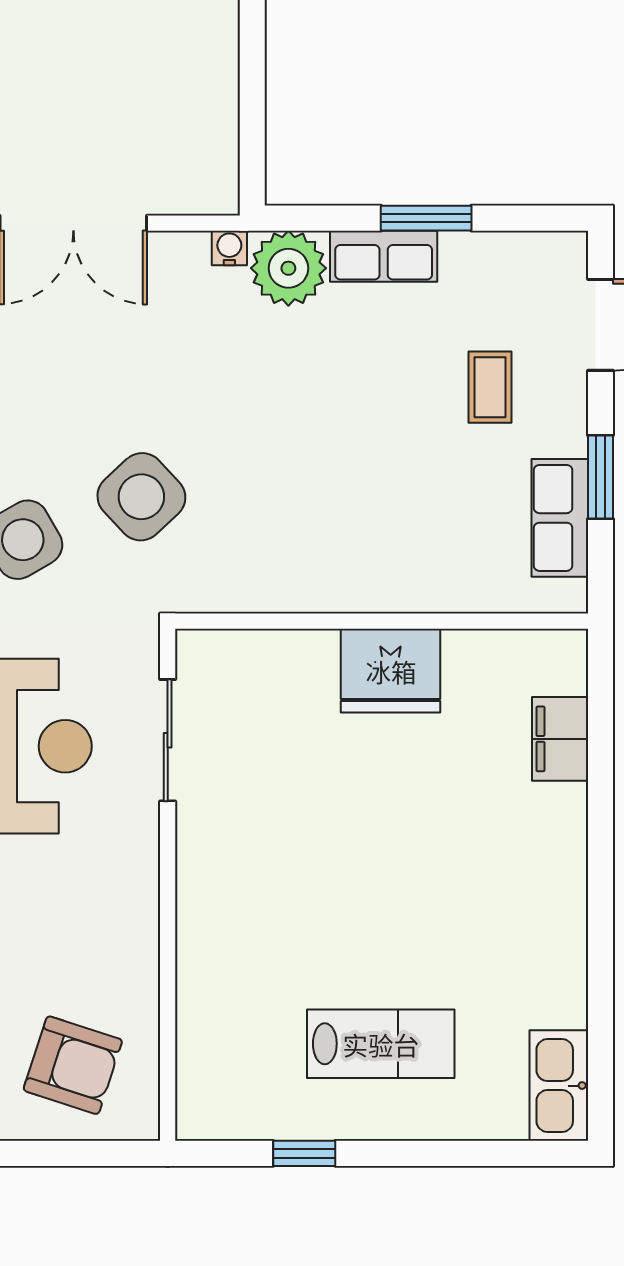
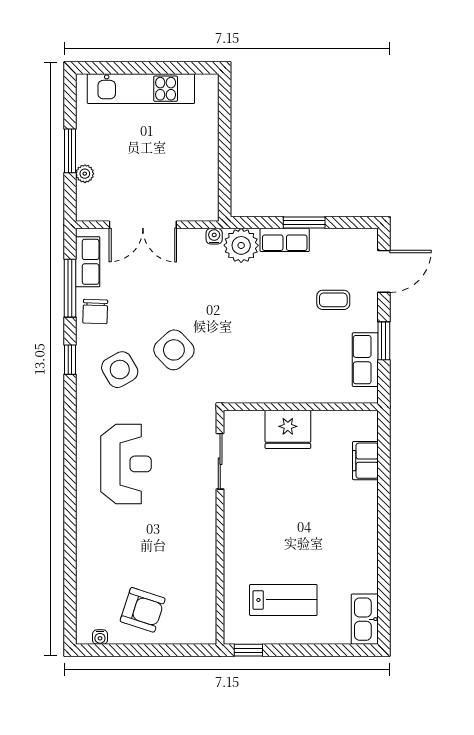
coffee table: (490, 387) -> (333, 300), turned 90
sliding door: (168, 740) -> (220, 461), moved
wall: (168, 885) -> (220, 527), moved

